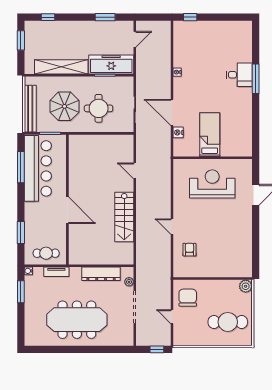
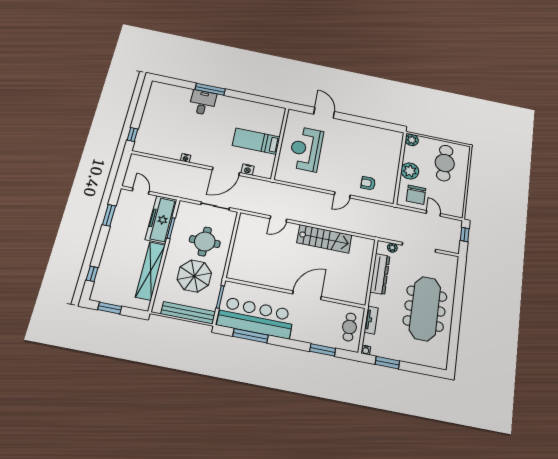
plant: (211, 288) -> (410, 171), added
chair: (188, 298) -> (416, 195), turned -90
door: (172, 317) -> (433, 213), swing flipped

